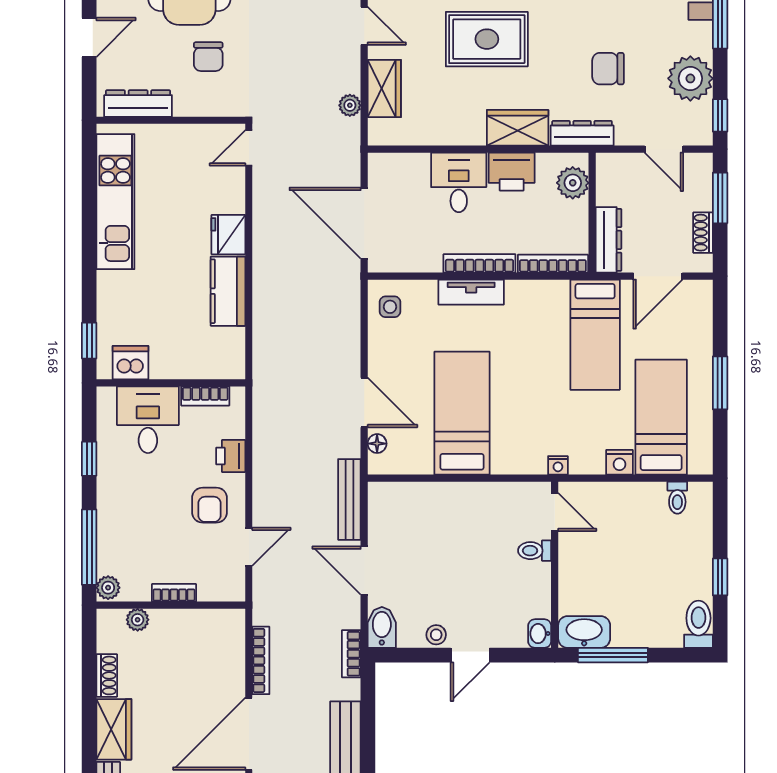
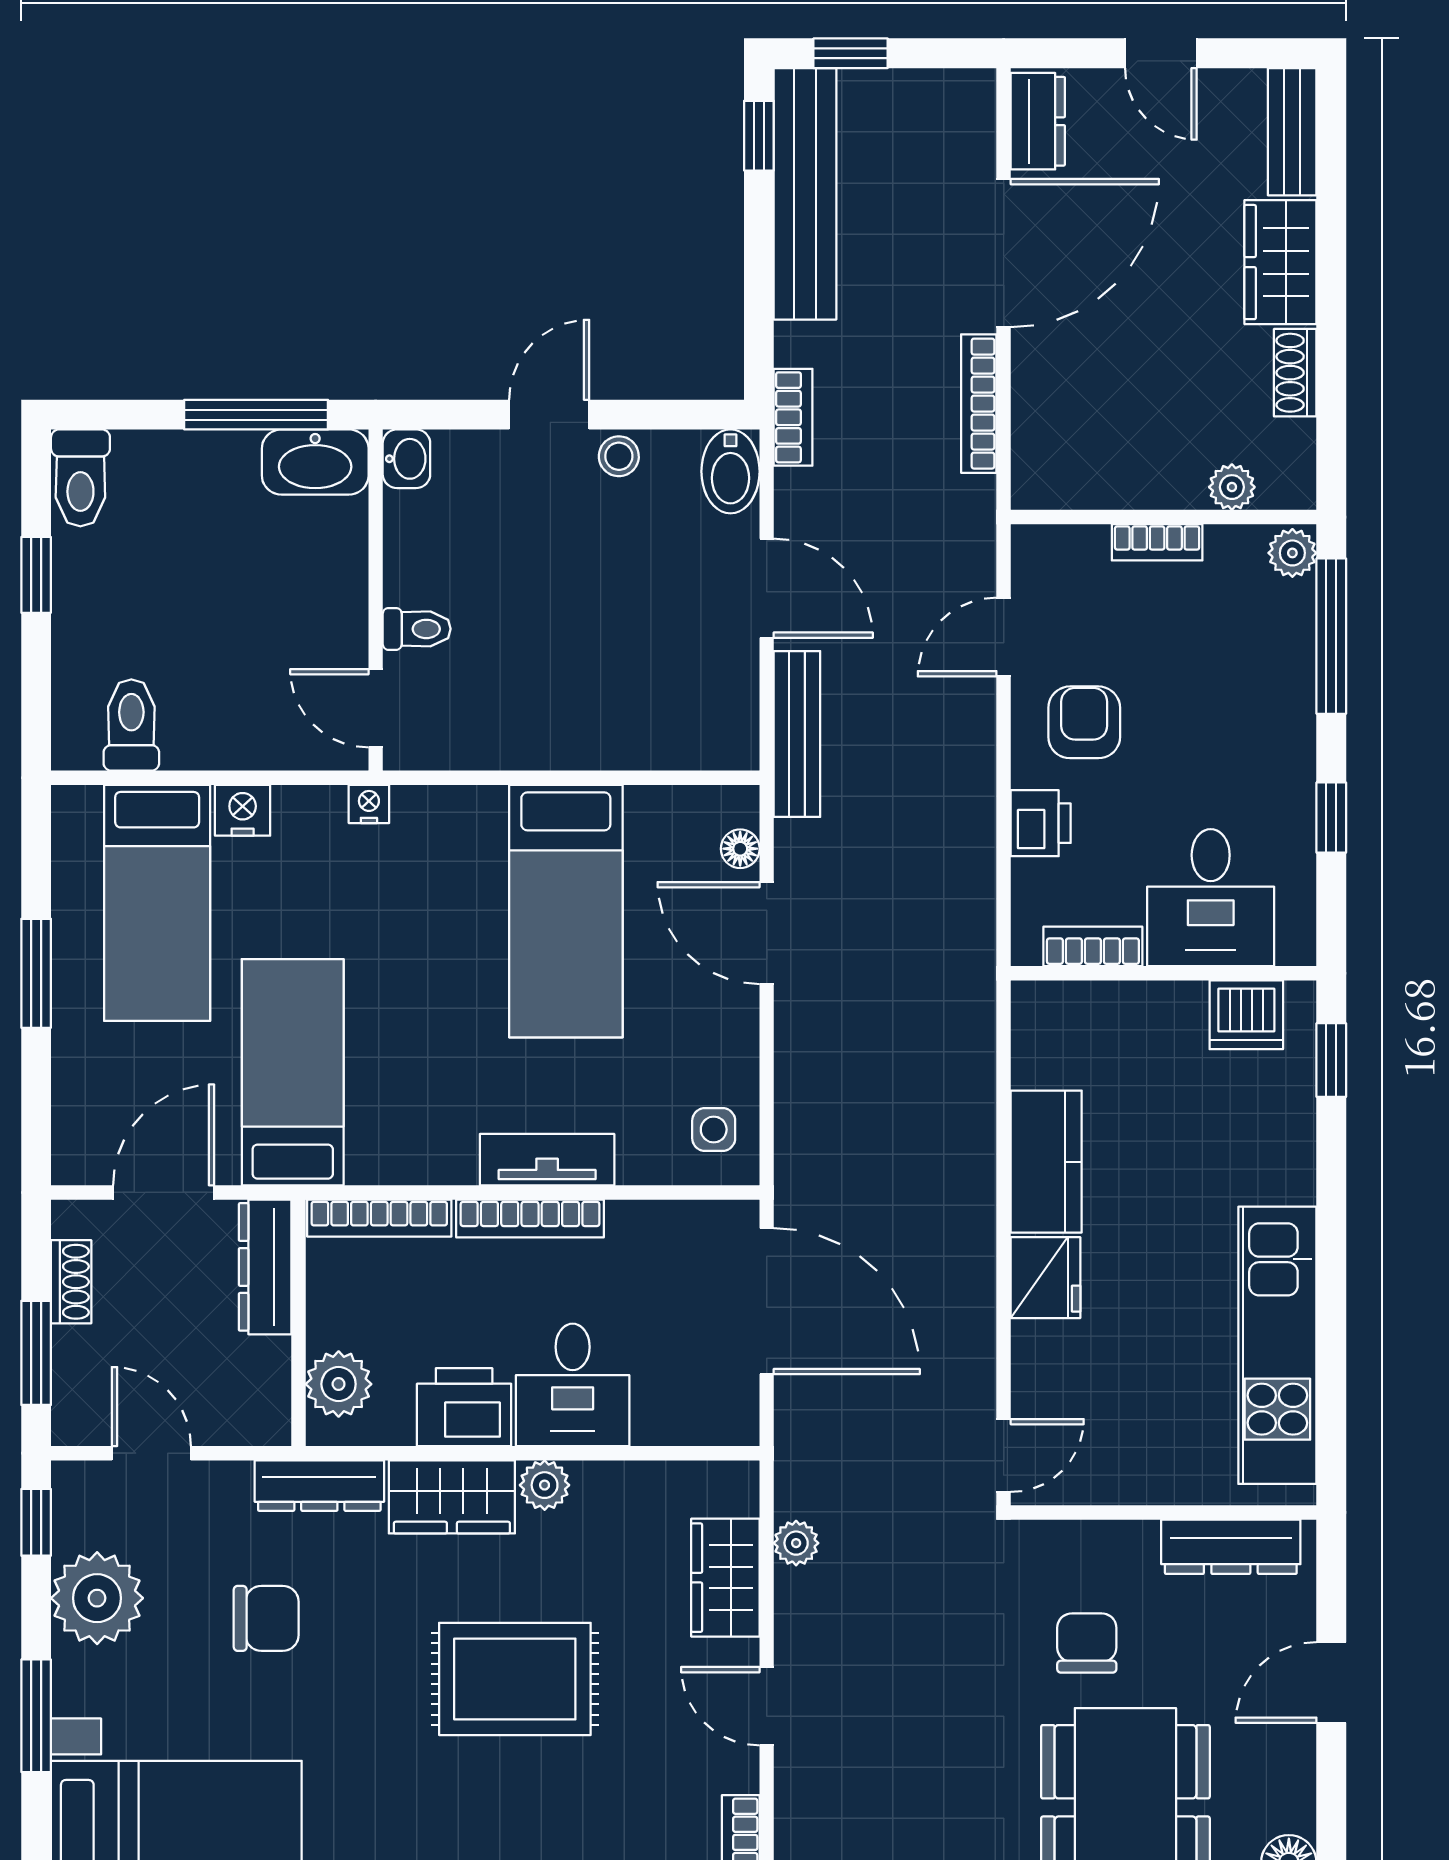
plant: (472, 134) -> (545, 1485), added
toilet: (677, 498) -> (131, 725), width x1.37, depth x1.39

